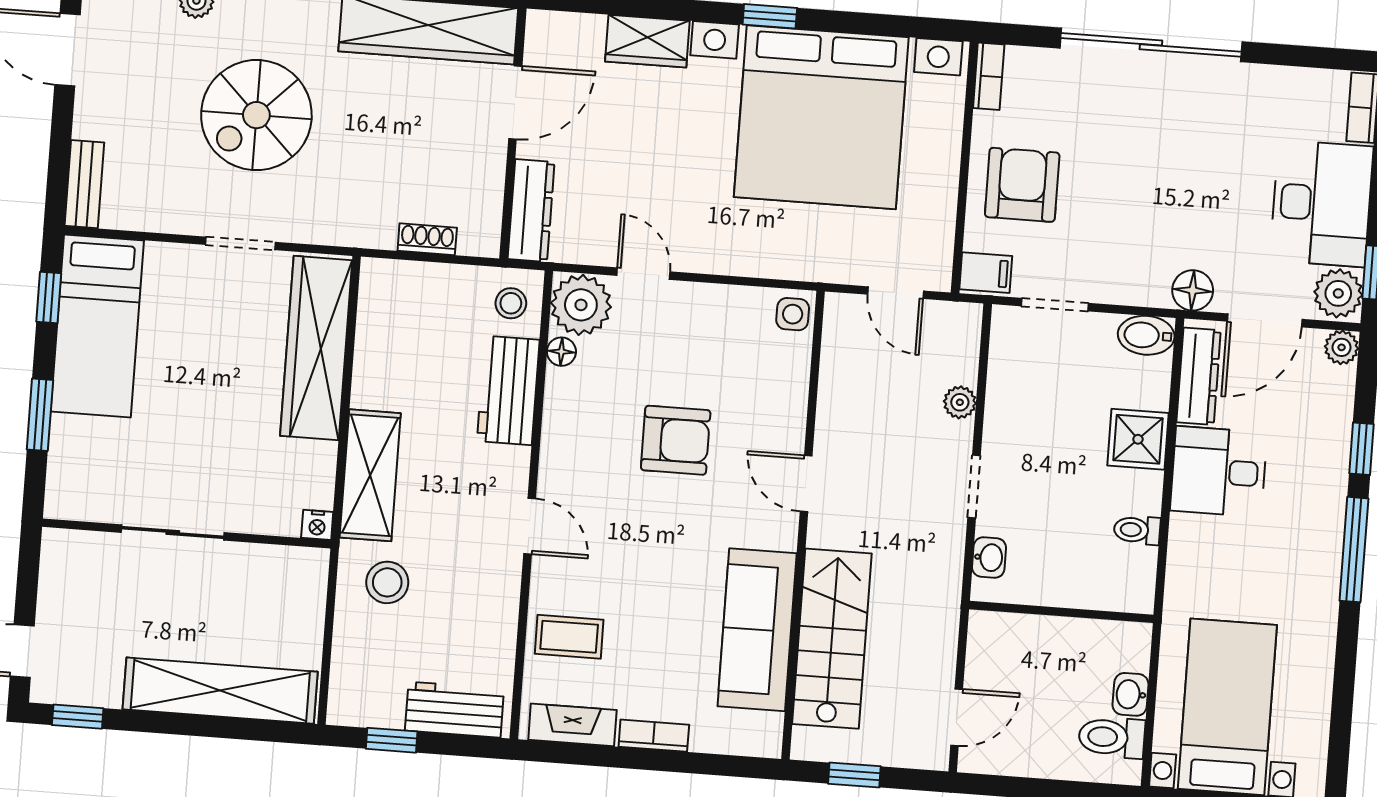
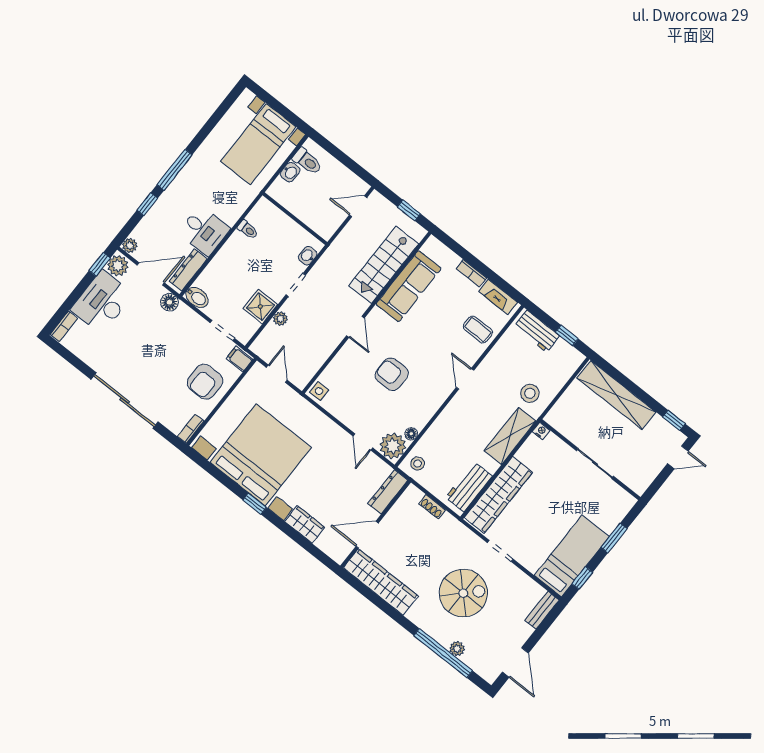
workbench: (508, 390) -> (469, 487), moved, turned 180
shower: (1138, 439) -> (260, 307), moved

